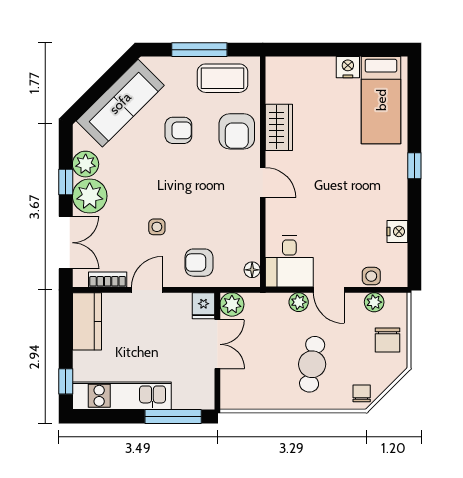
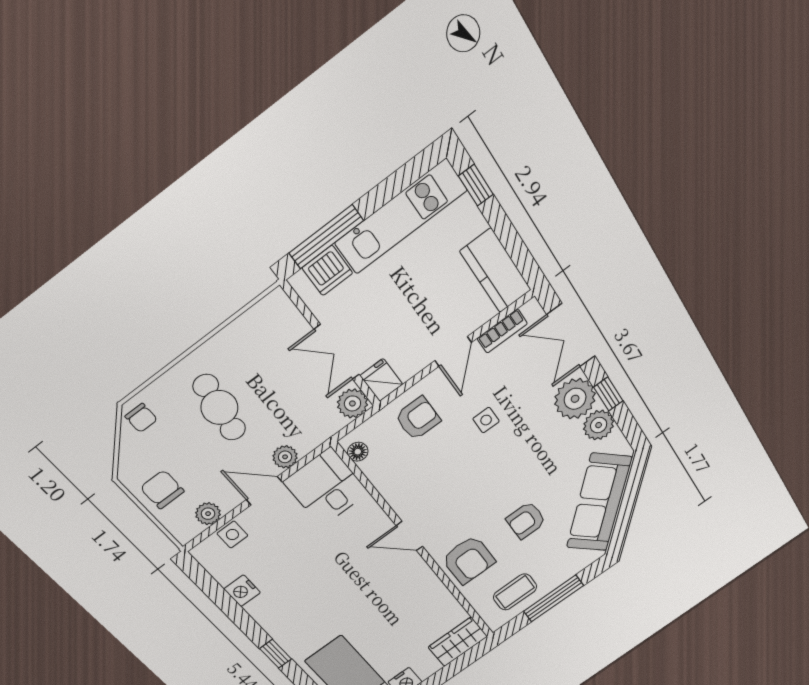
coffee table: (222, 78) -> (515, 592), width x0.73, depth x0.77
wardrobe: (279, 127) -> (458, 642), moved, turned 90
armchair: (237, 131) -> (469, 560), turned 180
dishwasher: (187, 397) -> (327, 270), added

